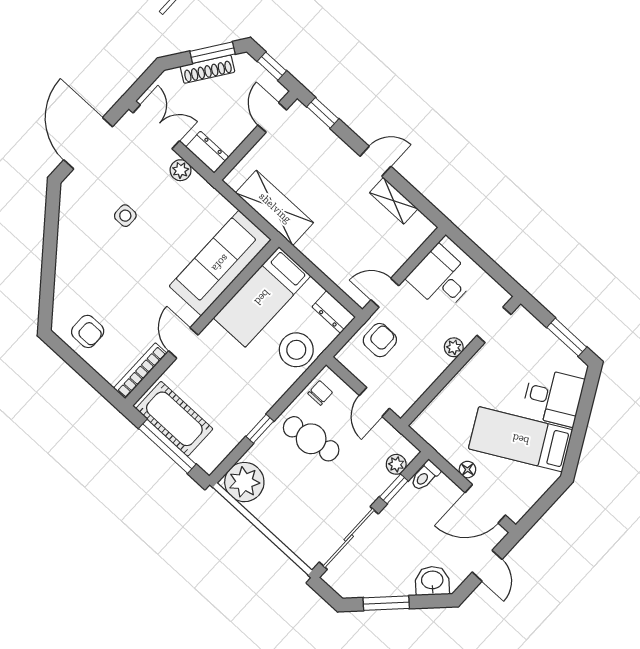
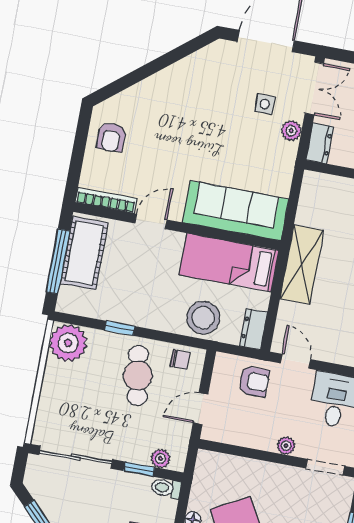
shelving: (275, 208) -> (302, 264), moved
side table: (125, 216) -> (265, 104), moved

